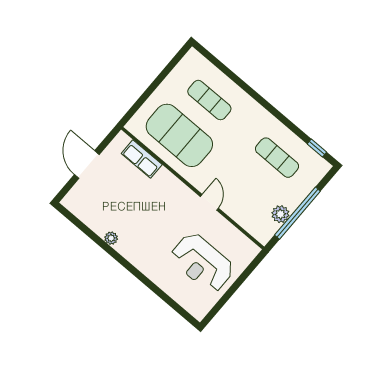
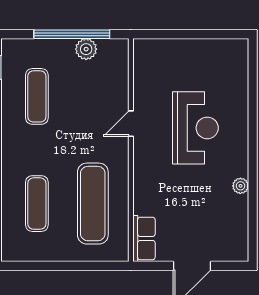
exercise mat: (179, 135) -> (93, 204), width x0.68
row of seats: (142, 159) -> (144, 238), moved
reception desk: (202, 263) -> (195, 128), moved

